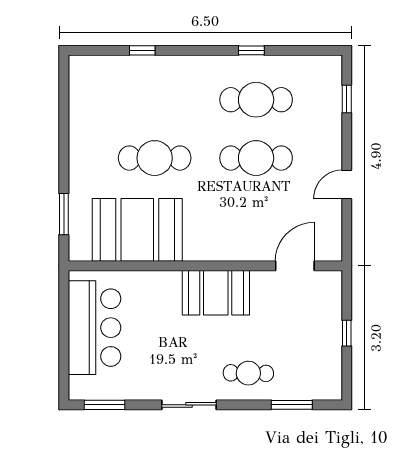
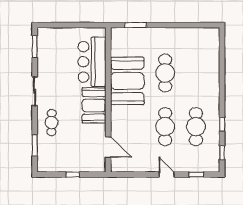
window: (142, 50) -> (222, 153), moved
door: (347, 184) -> (167, 175), moved
booth: (137, 230) -> (127, 81), moved
bar counter: (95, 328) -> (92, 62), moved, turned 90

